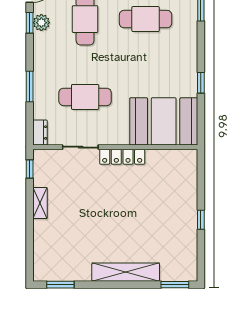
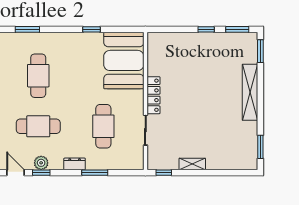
dresser: (40, 133) -> (75, 164), moved
window: (201, 257) -> (237, 29), added

